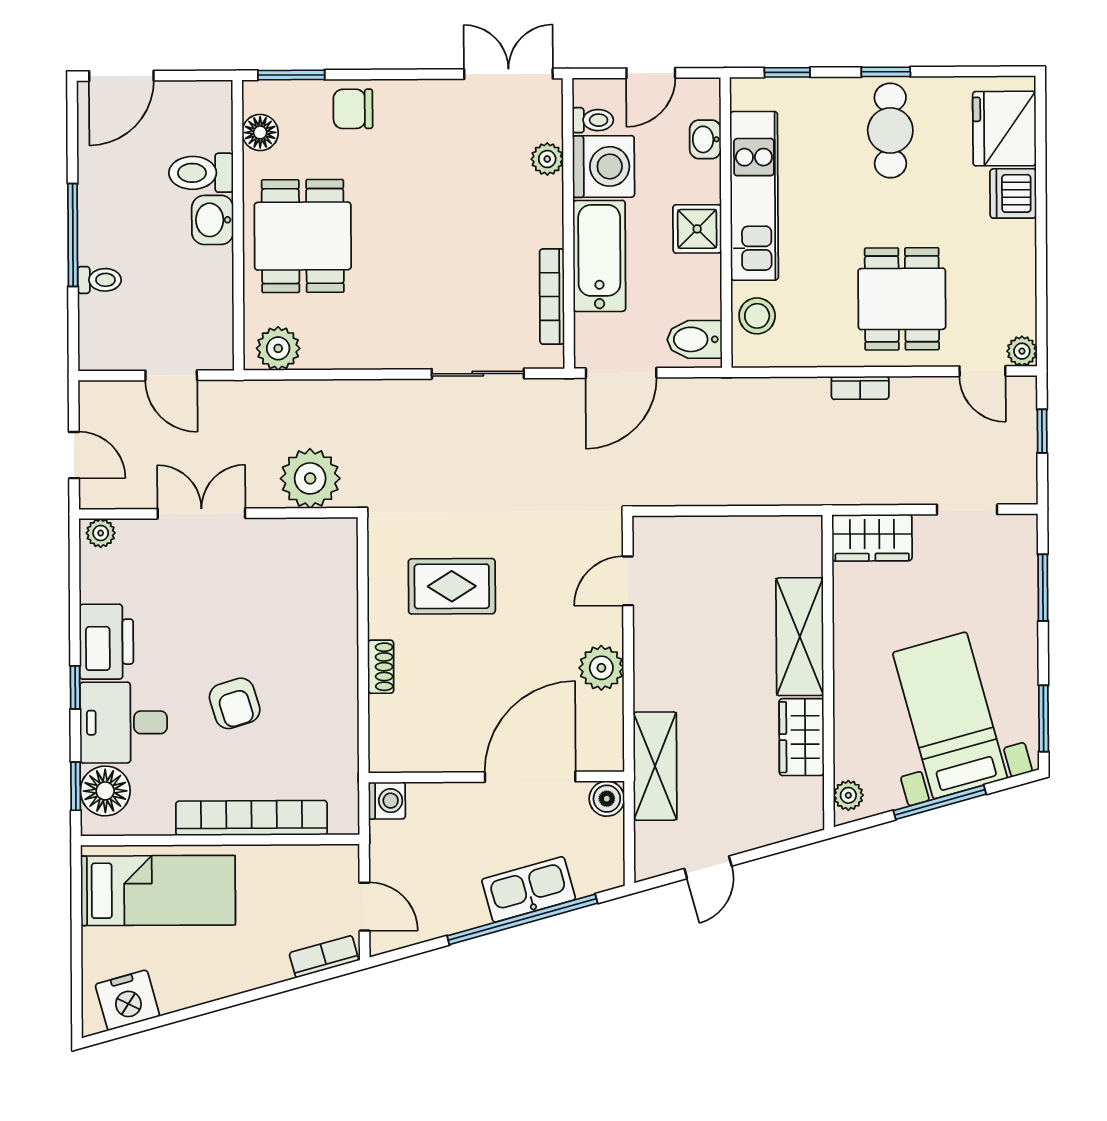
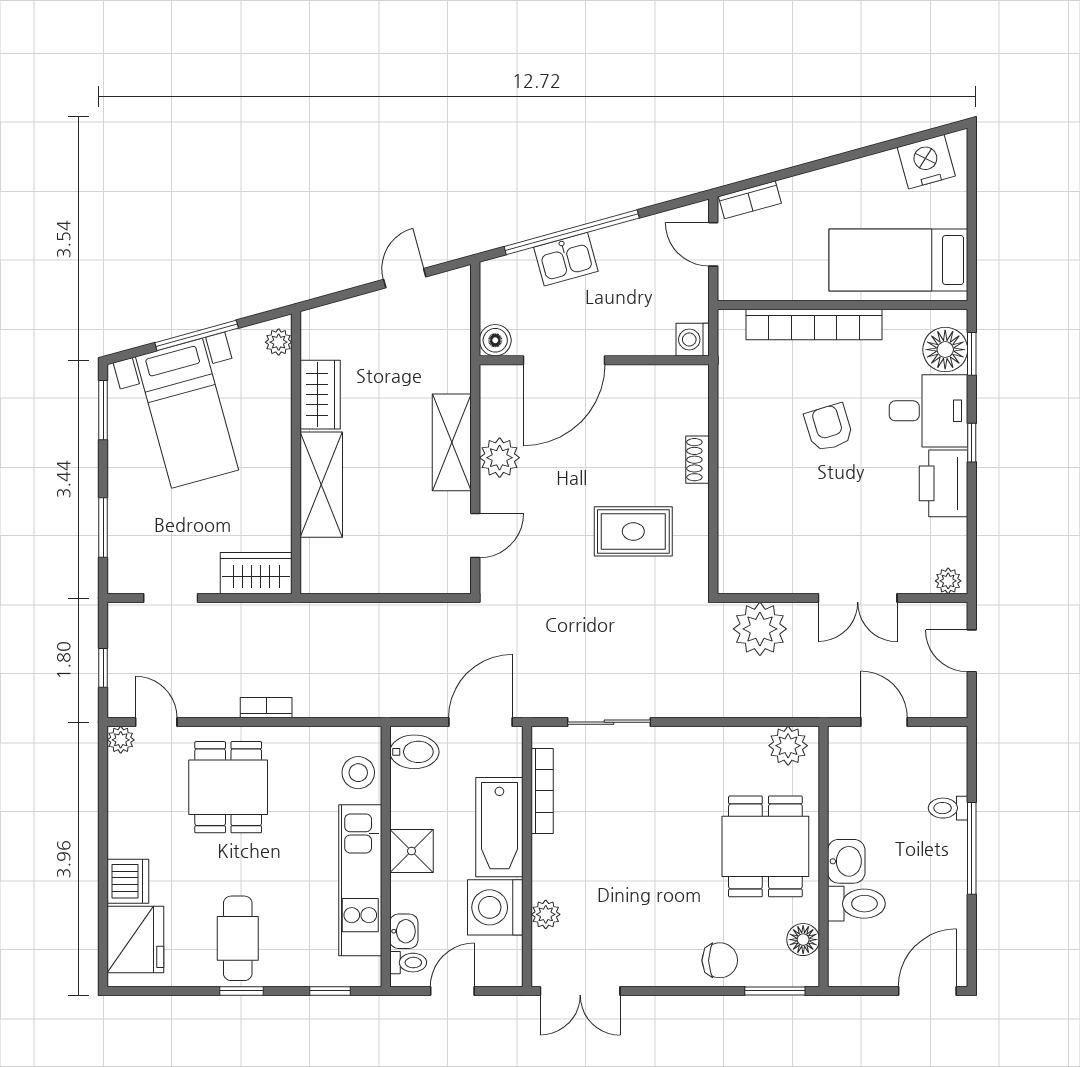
toilet: (593, 120) -> (408, 963), moved, turned 180
shelving: (655, 766) -> (452, 442), moved
kitchen sink: (529, 889) -> (566, 259), width x0.73

